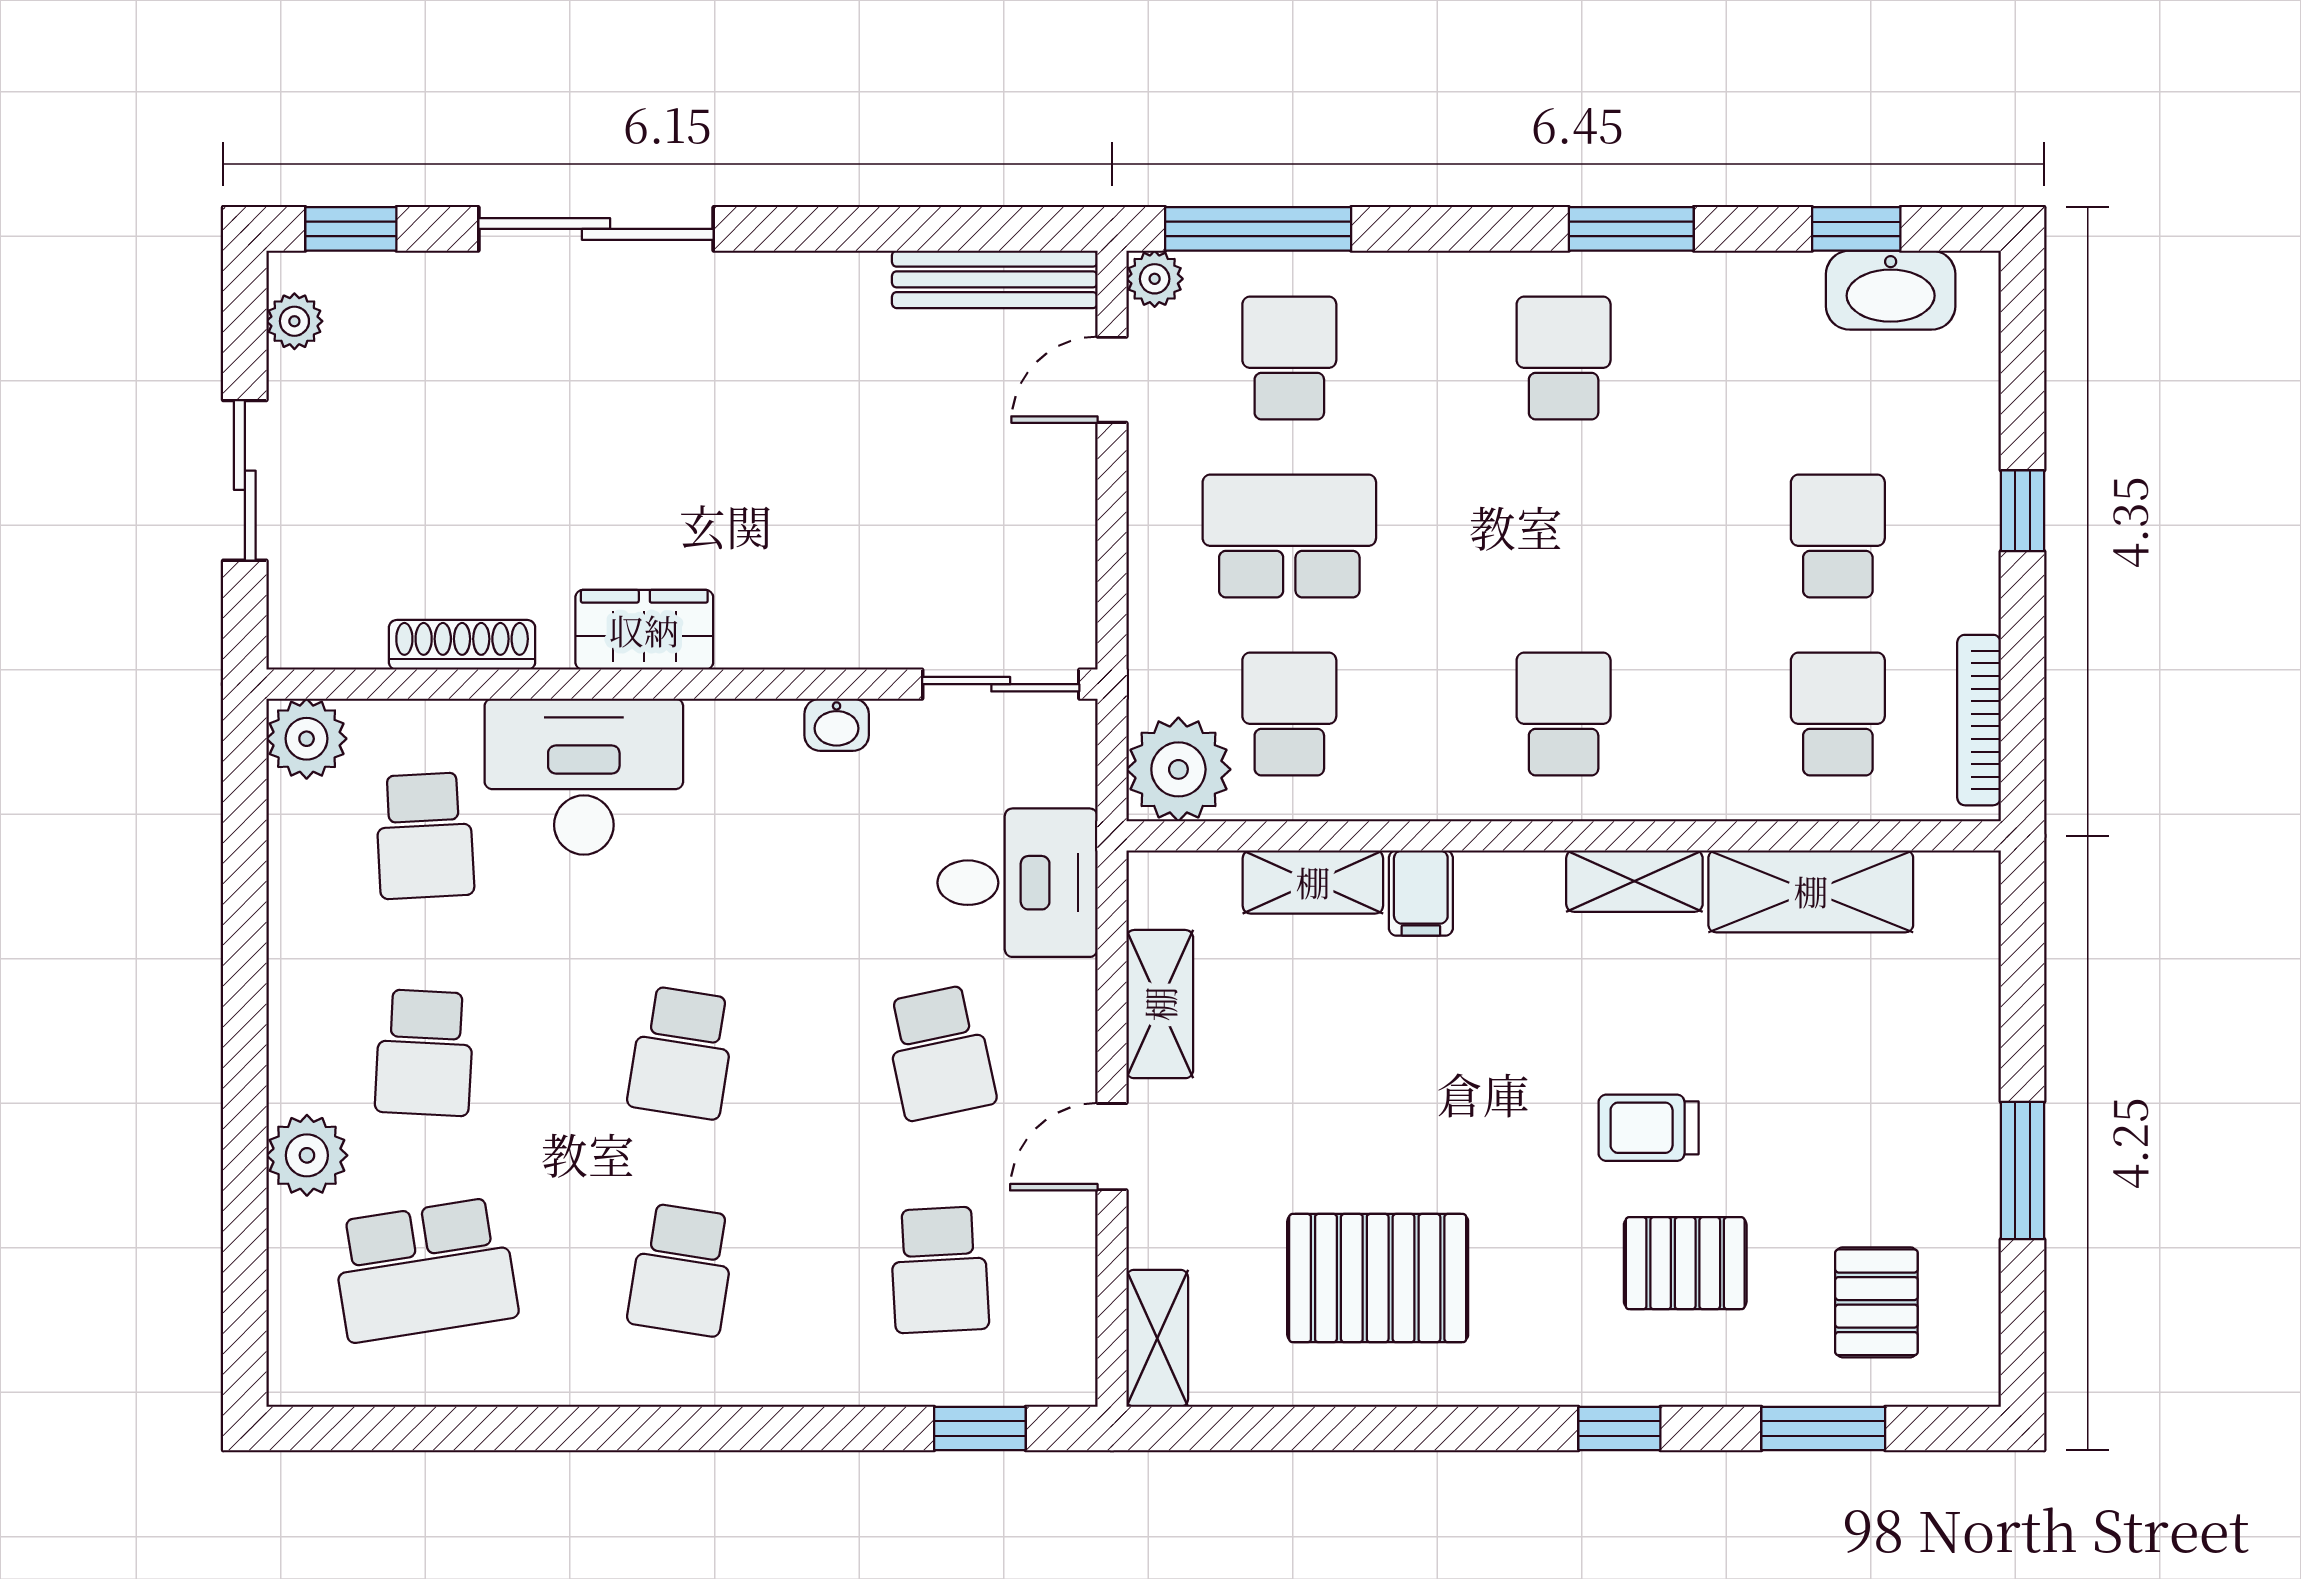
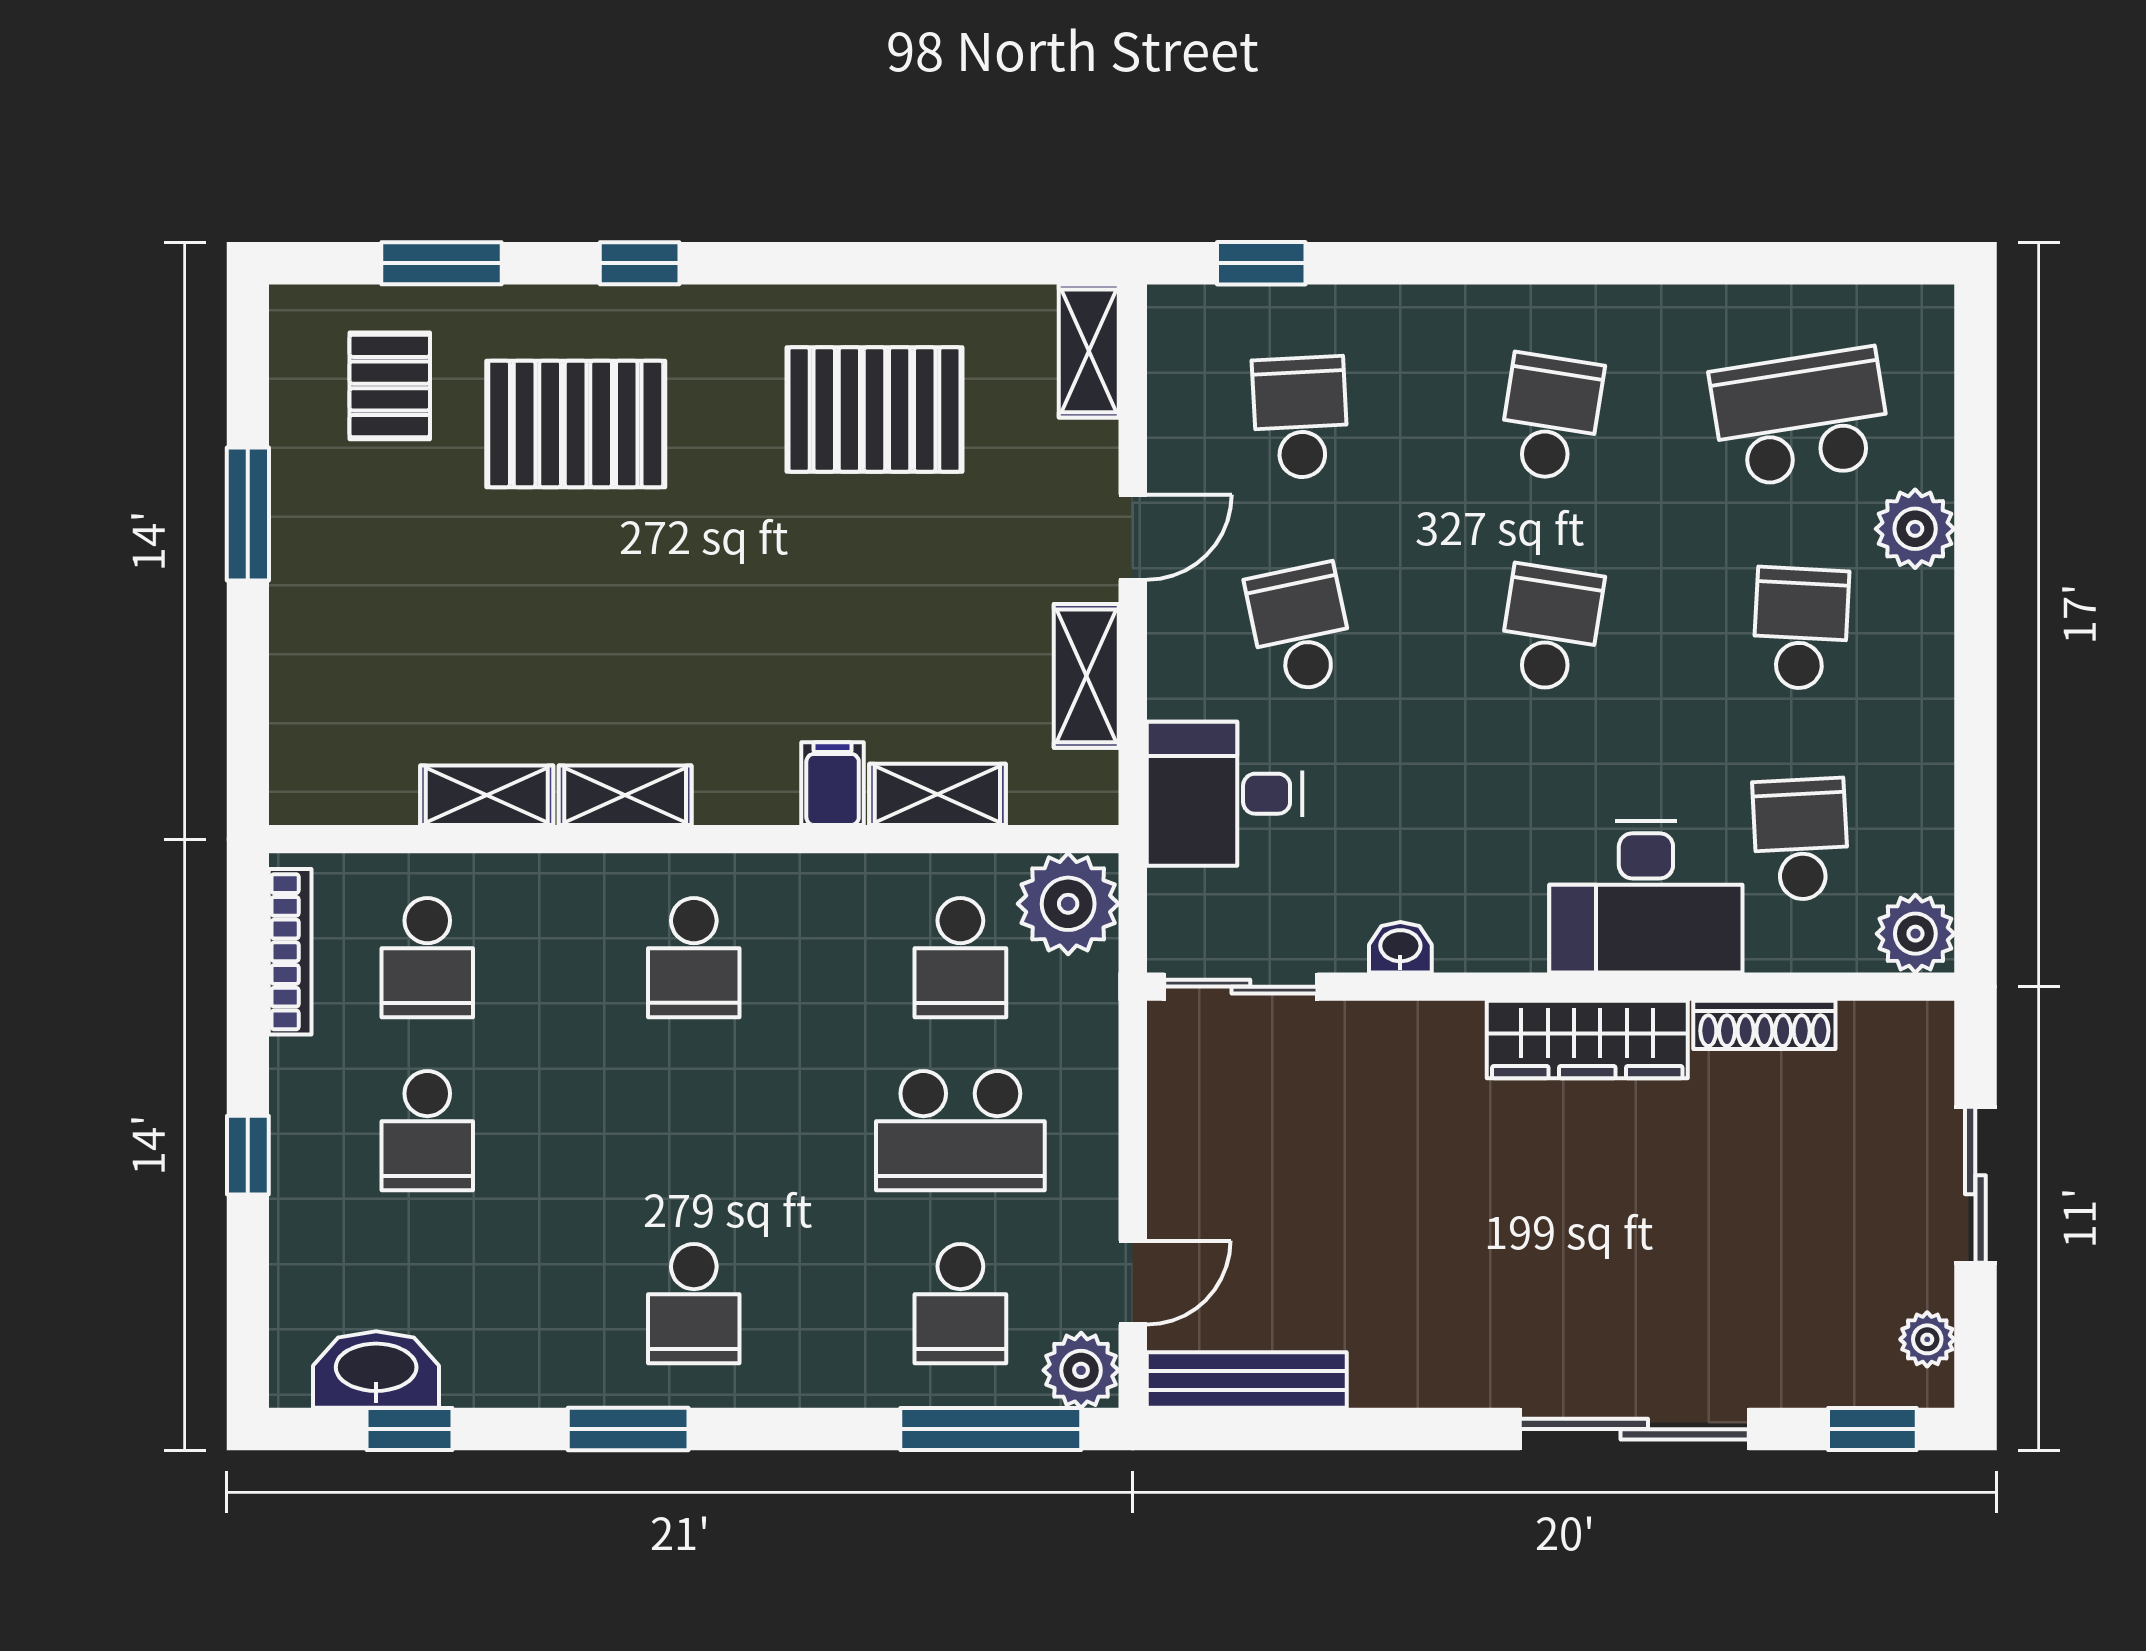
plant: (1155, 279) -> (1081, 1370), width x1.38, depth x1.38
wardrobe: (644, 630) -> (1587, 1040), width x1.50
shelving: (1811, 891) -> (487, 795), width x0.67, depth x0.75
trolley: (1649, 1128) -> (611, 556), removed
pallet: (1685, 1263) -> (576, 424), width x1.50, depth x1.42

